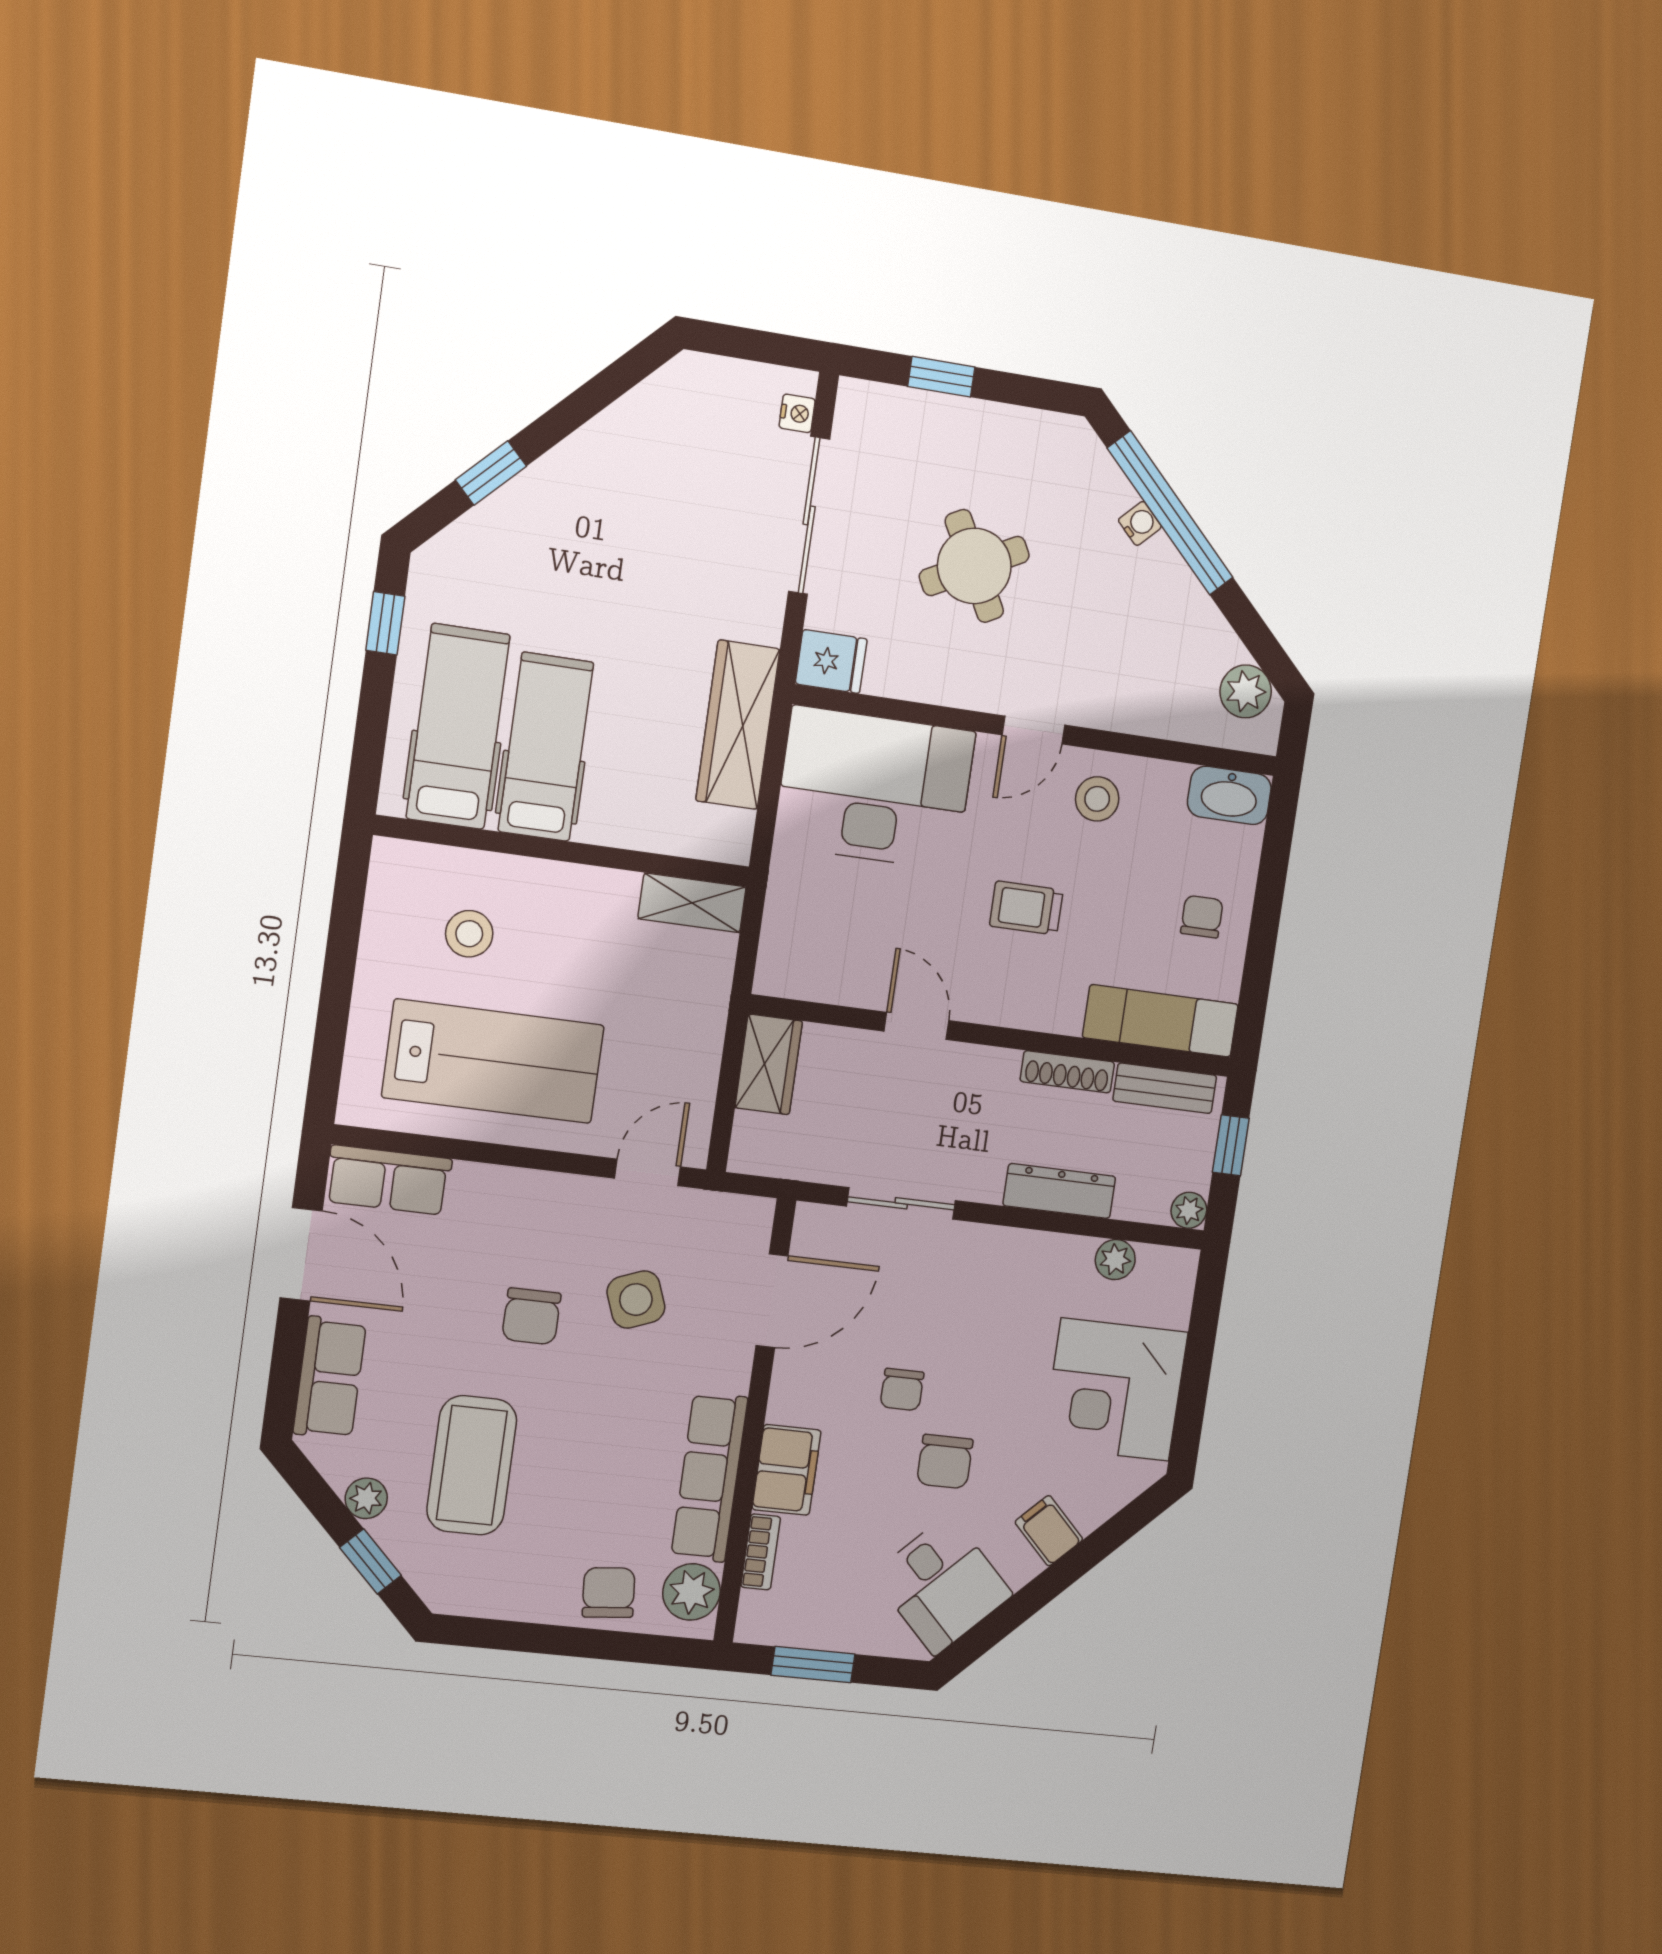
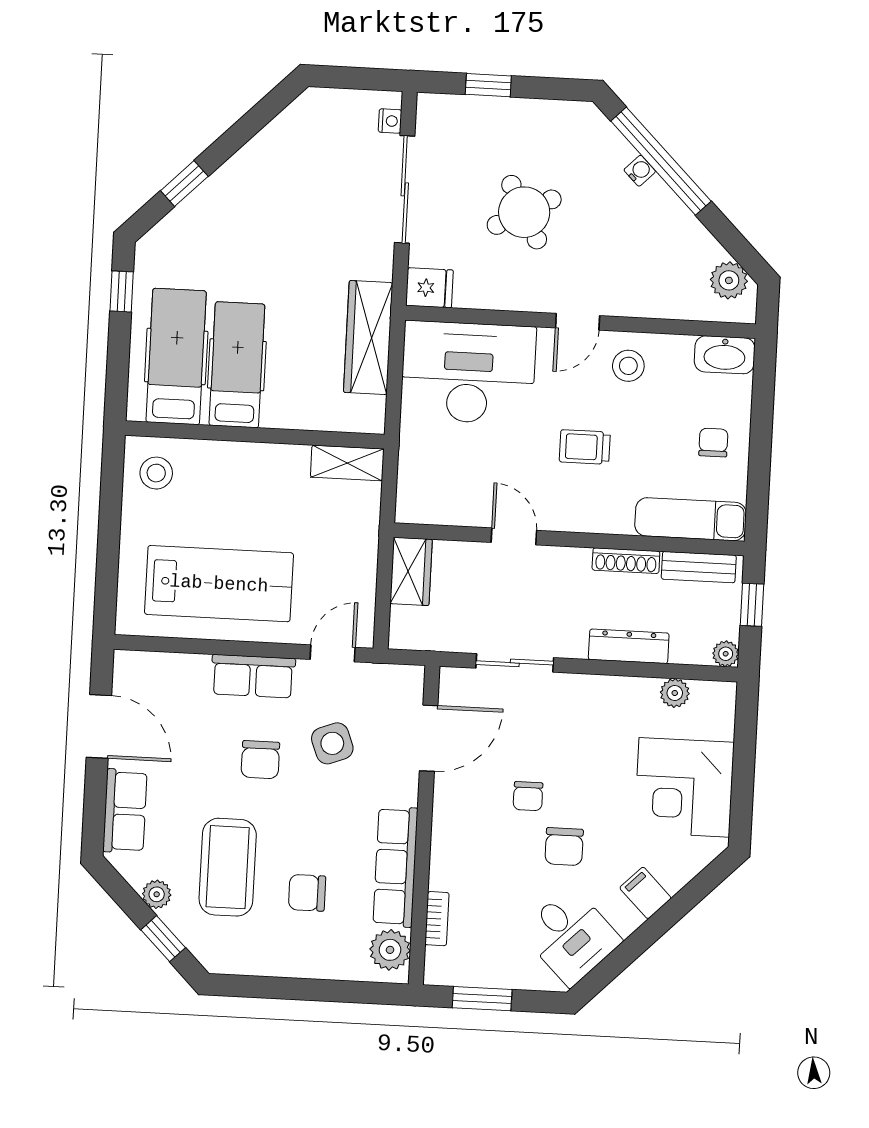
stool: (469, 934) -> (156, 473), moved
row of seats: (388, 1180) -> (253, 676), moved
filing cabinet: (787, 1470) -> (450, 859), removed
chair: (609, 1593) -> (307, 893), moved, turned -85

